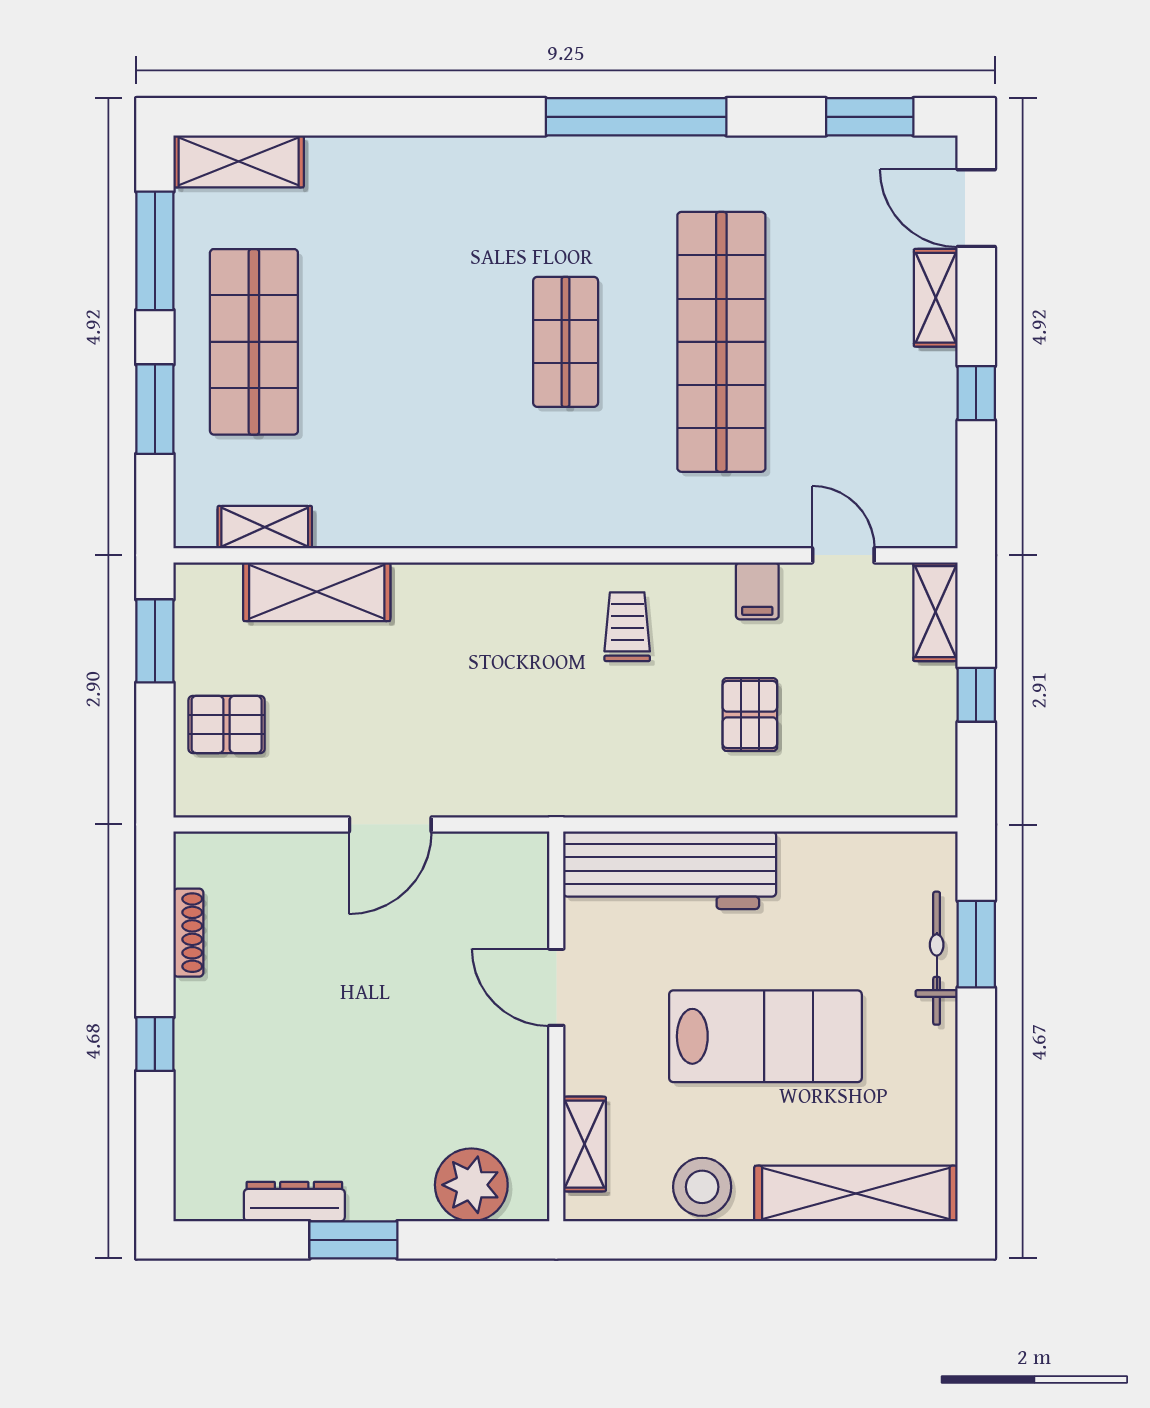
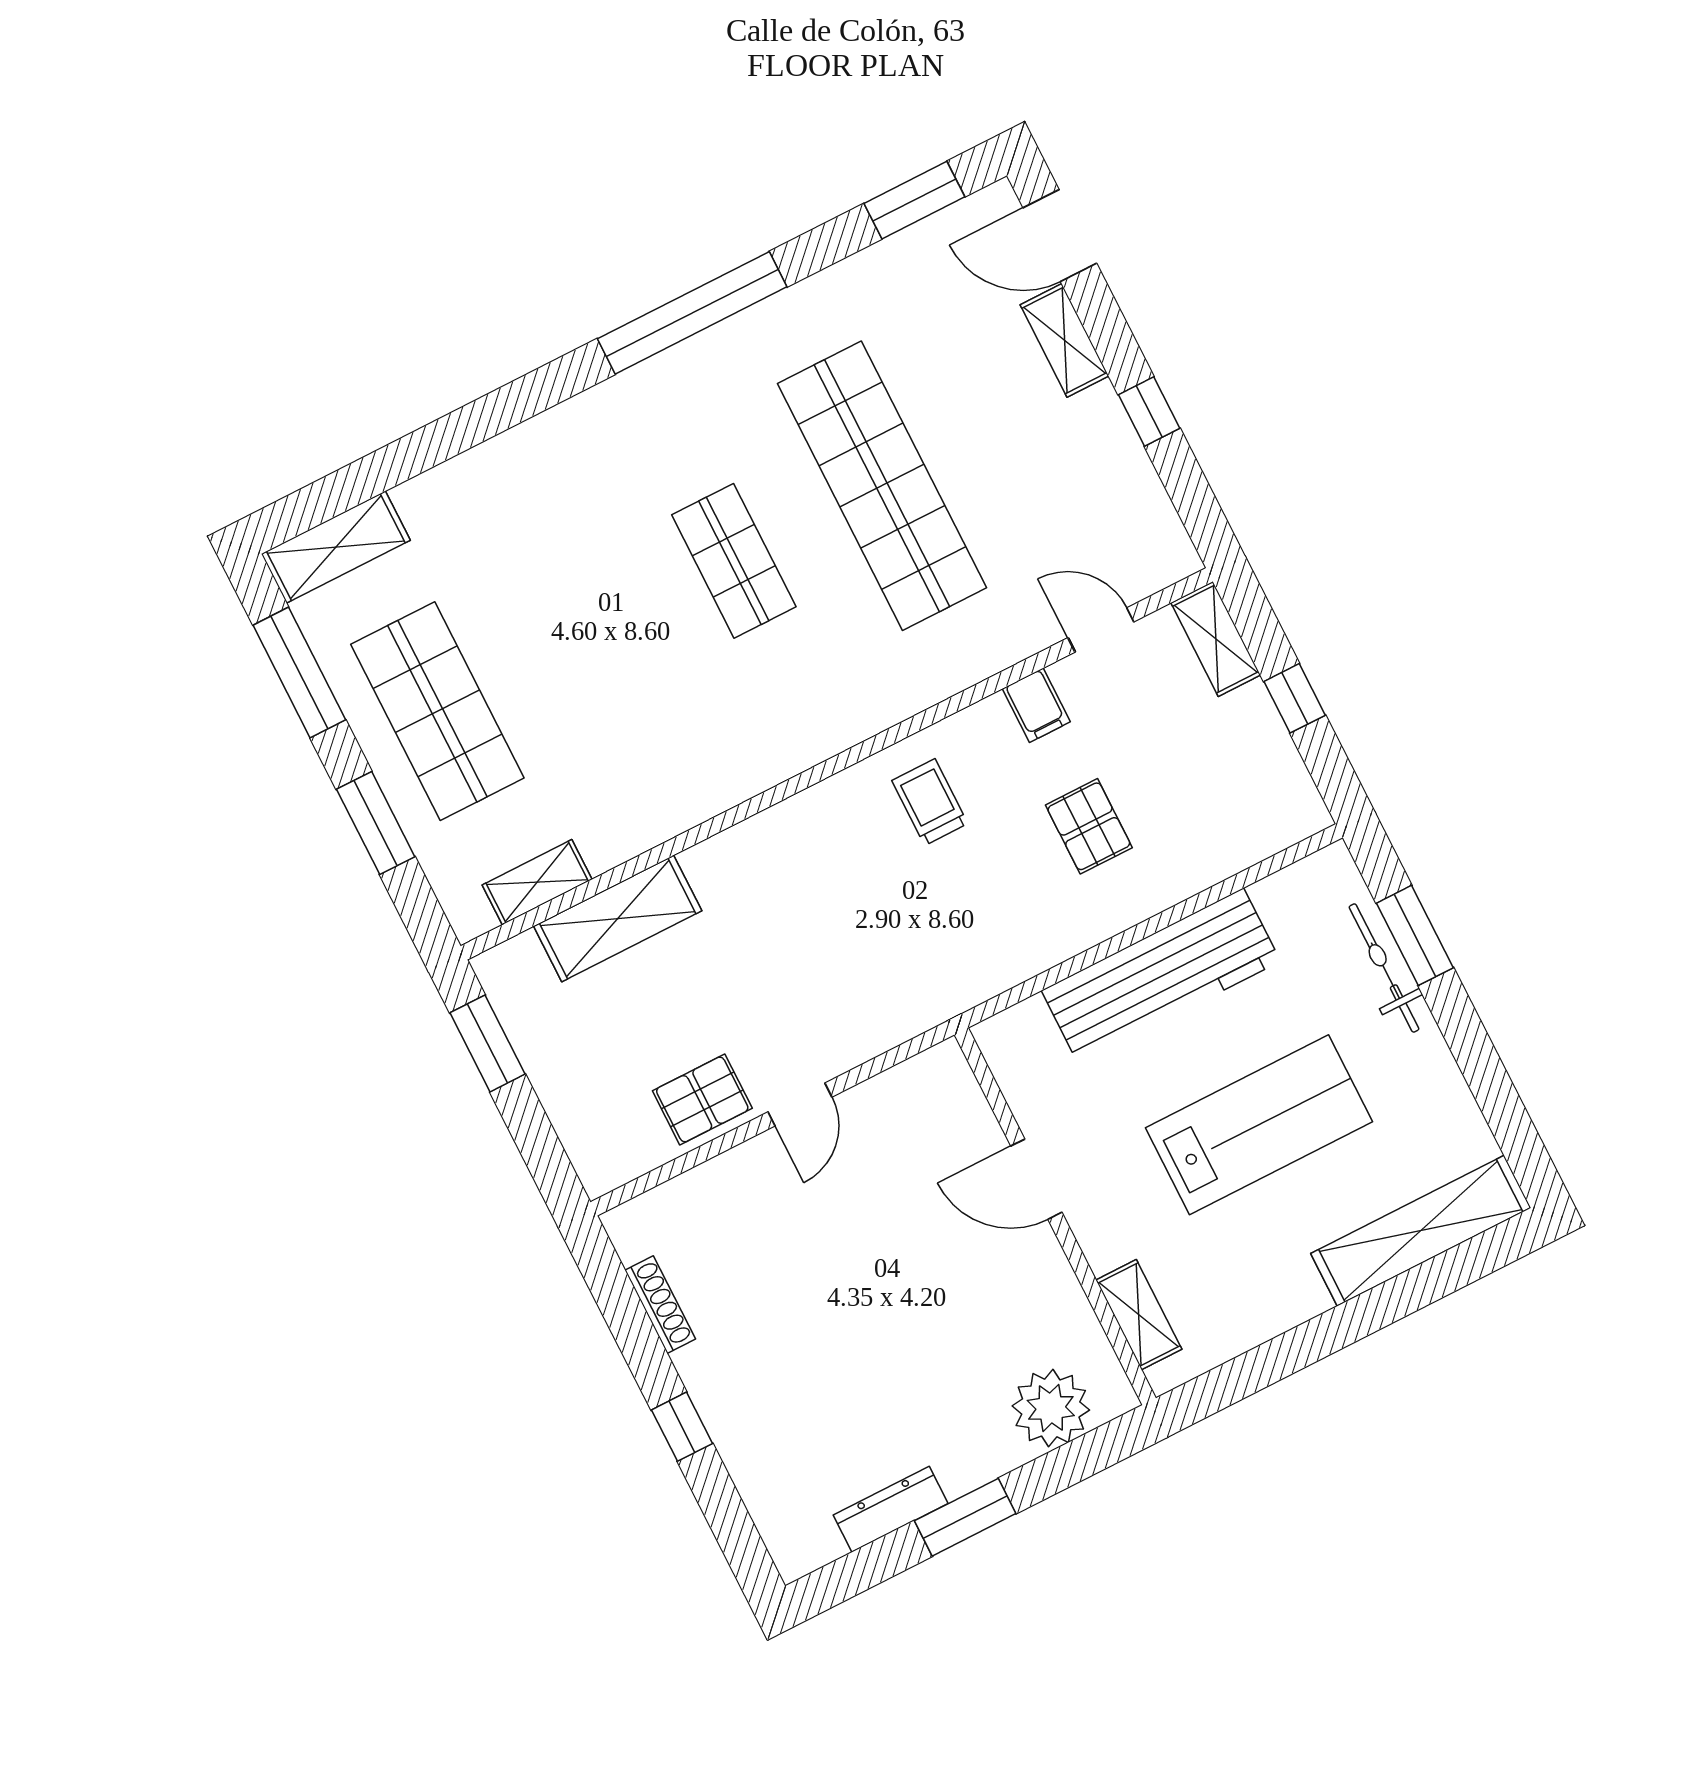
pallet: (227, 724) -> (702, 1099), moved
door: (390, 824) -> (800, 1104), width x0.73
workbench: (670, 870) -> (1161, 976), moved
stool: (702, 1187) -> (1271, 1299), removed

